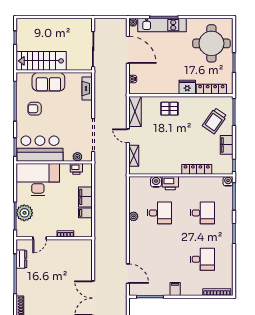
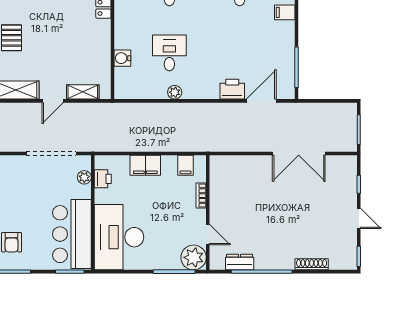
printer: (170, 183) -> (232, 89), moved, turned -90
plant: (24, 213) -> (194, 257), moved
filing cabinet: (85, 213) -> (185, 165), moved
filing cabinet: (175, 289) -> (285, 12), moved

